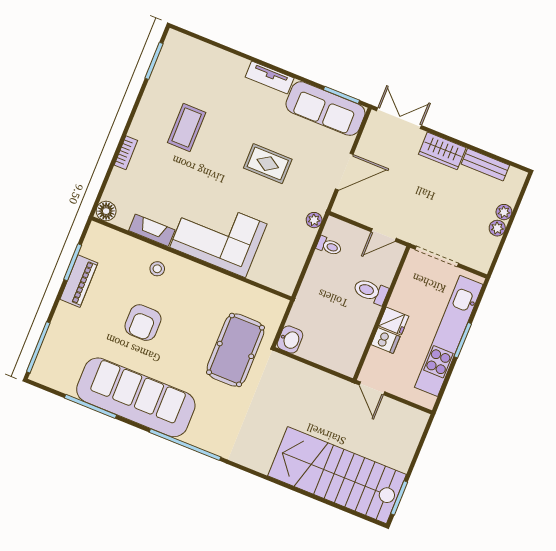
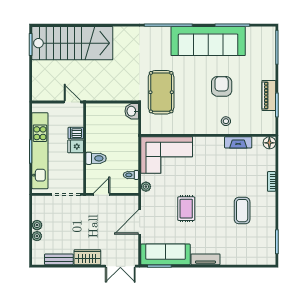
rug: (268, 164) -> (186, 209), turned 90
corner sofa: (218, 236) -> (167, 155), moved

